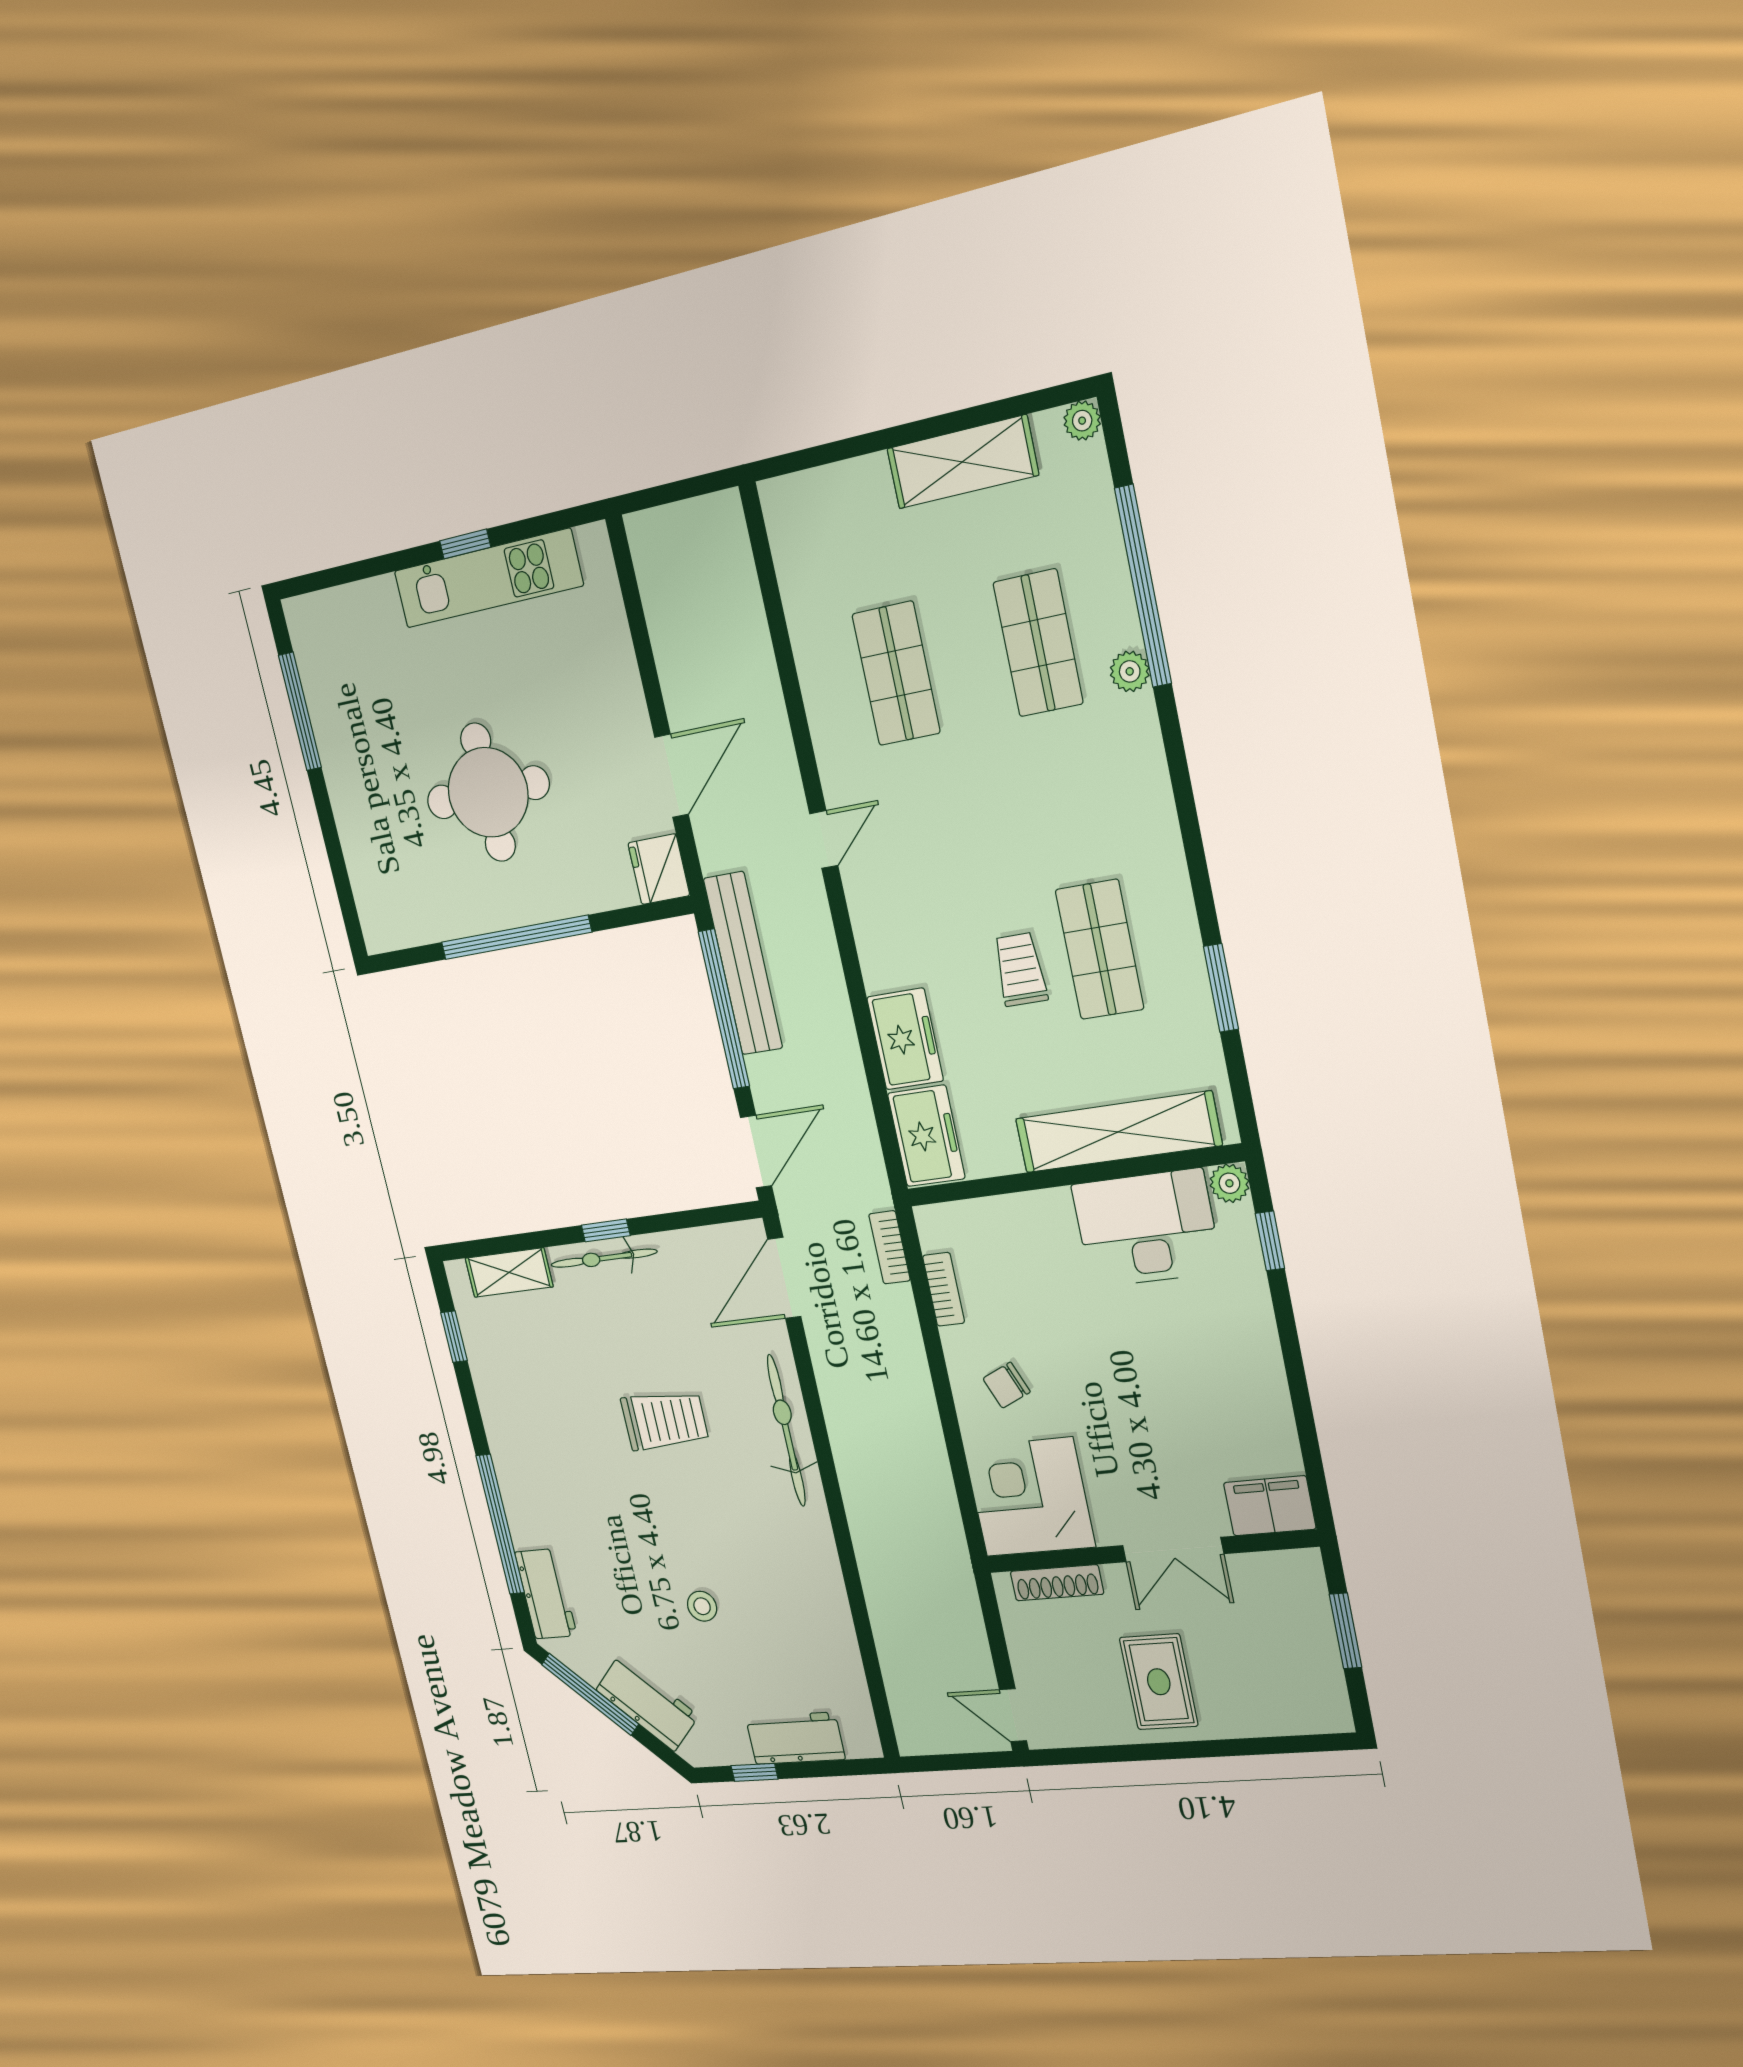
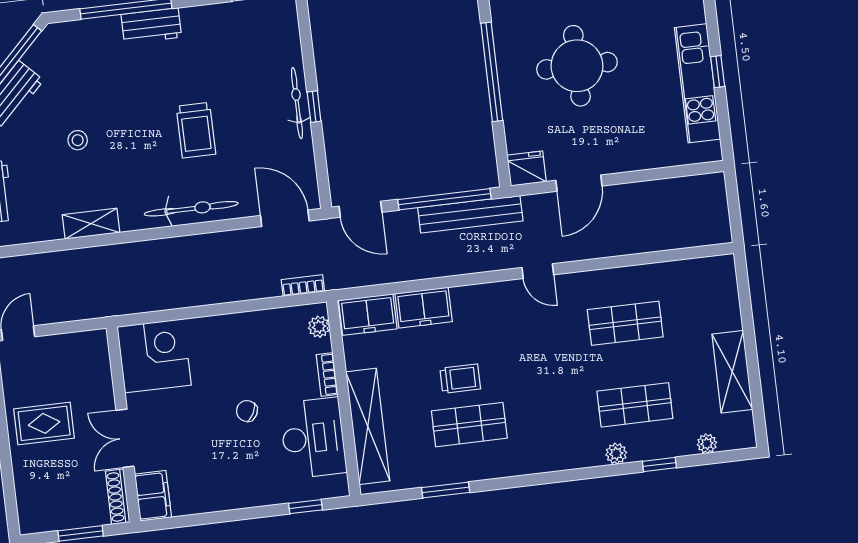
plant: (1082, 421) -> (707, 444), moved
window: (1143, 586) -> (659, 464), width x0.32
door: (672, 776) -> (579, 183), hinge flipped
plant: (1229, 1183) -> (319, 327), moved
shelving: (509, 1272) -> (91, 224), moved, turned 90
bookcase: (944, 1289) -> (327, 375), moved, turned 90
chair: (1007, 1385) -> (247, 411), moved, turned -39
shoe rack: (1057, 1583) -> (118, 497), moved
workbench: (546, 1594) -> (151, 26), moved

